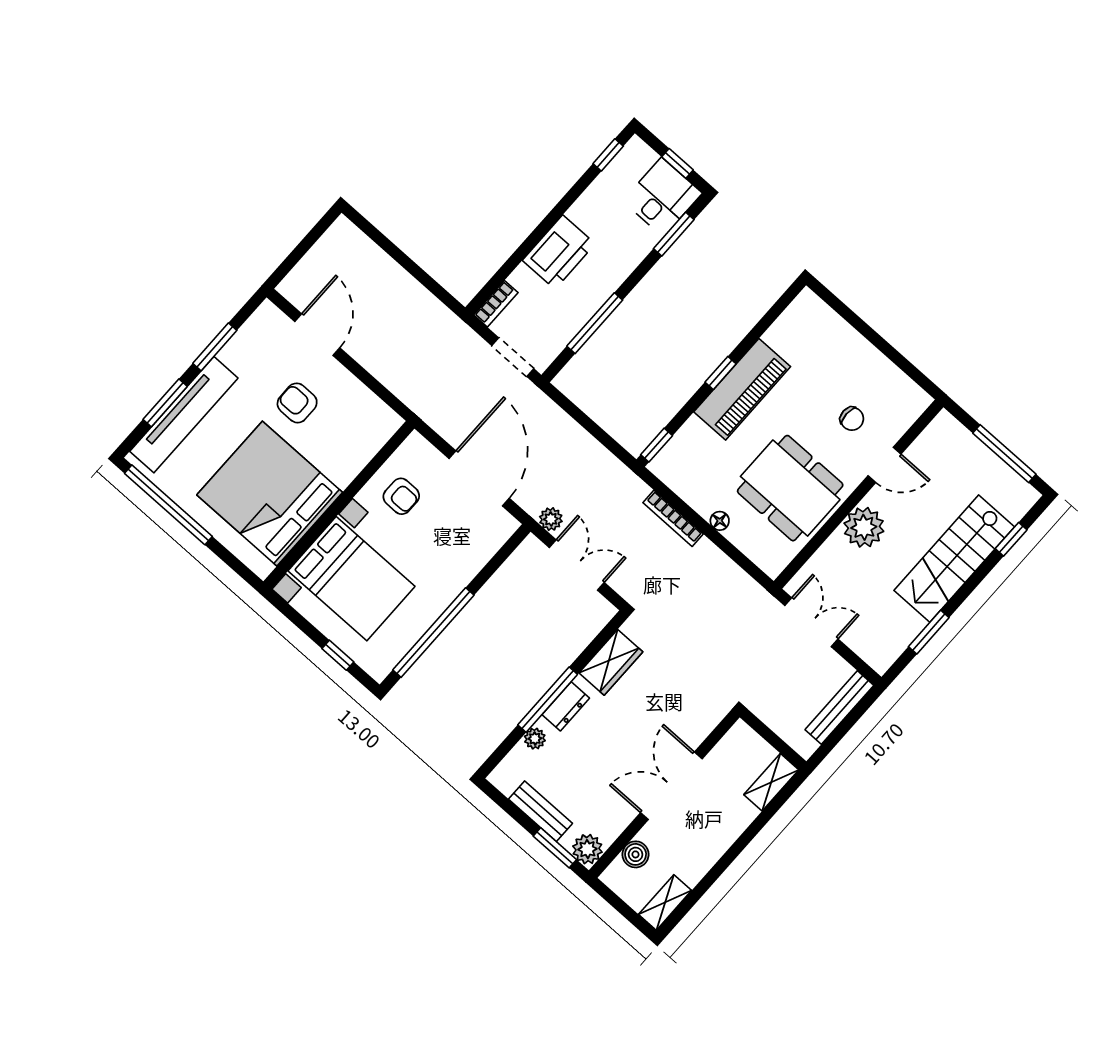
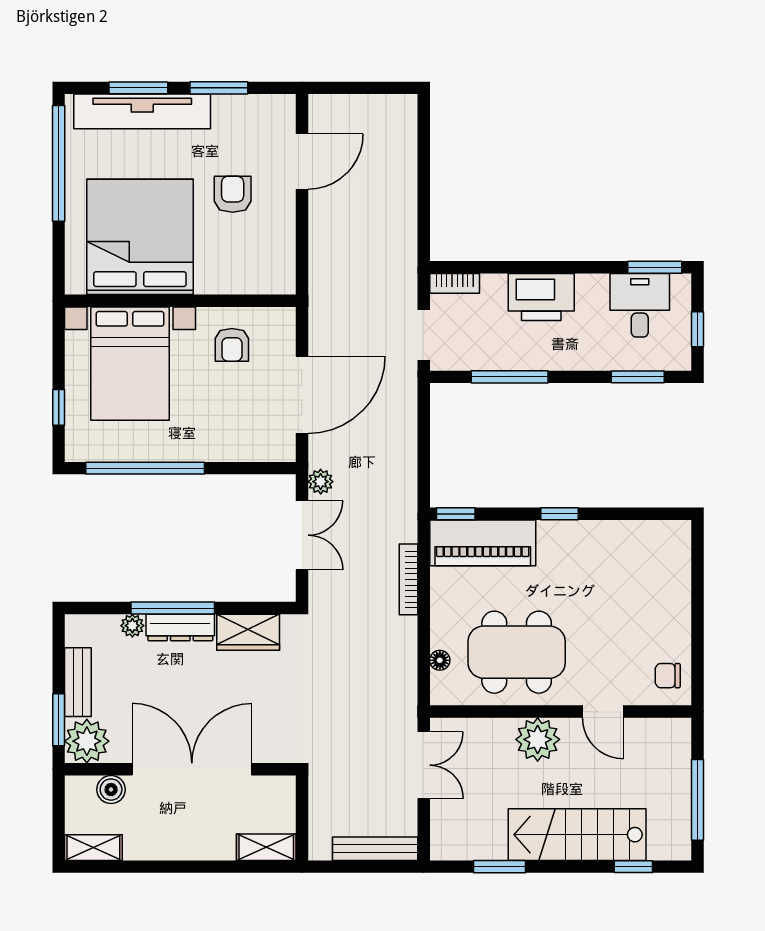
window: (608, 155) -> (655, 267), width x1.50
desk: (662, 197) -> (640, 305), moved, turned -90
piano: (742, 389) -> (483, 543), moved
chair: (852, 419) -> (668, 676), moved, turned 90
dining table: (790, 488) -> (517, 652), turned 90
floor lamp: (720, 521) -> (440, 660), moved
dresser: (566, 706) -> (180, 627), width x1.44
double door: (671, 786) -> (192, 769), width x1.36
plant: (587, 849) -> (87, 741), width x1.36, depth x1.36

